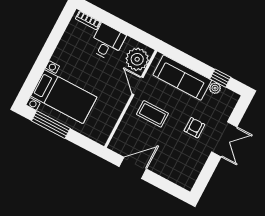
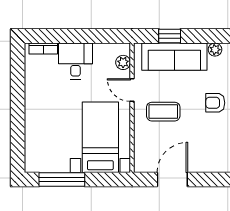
plant: (137, 59) -> (123, 62), width x0.53, depth x0.53
window: (220, 78) -> (170, 36), moved
bed with nightstands: (64, 97) -> (100, 137), moved, turned -90
armchair: (194, 128) -> (215, 103), turned -90

